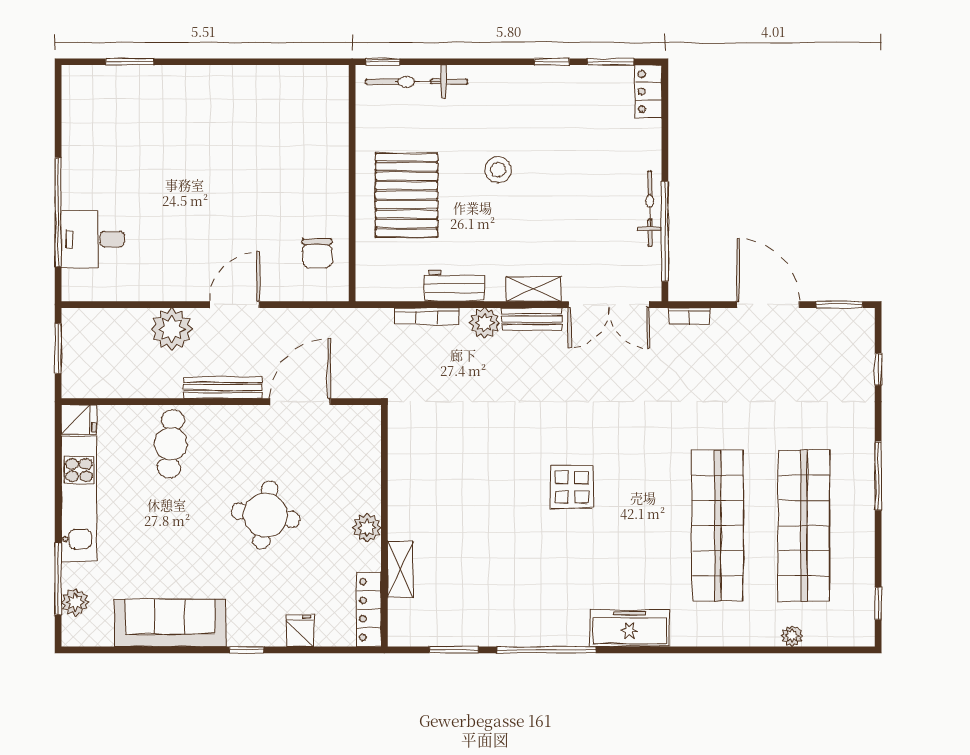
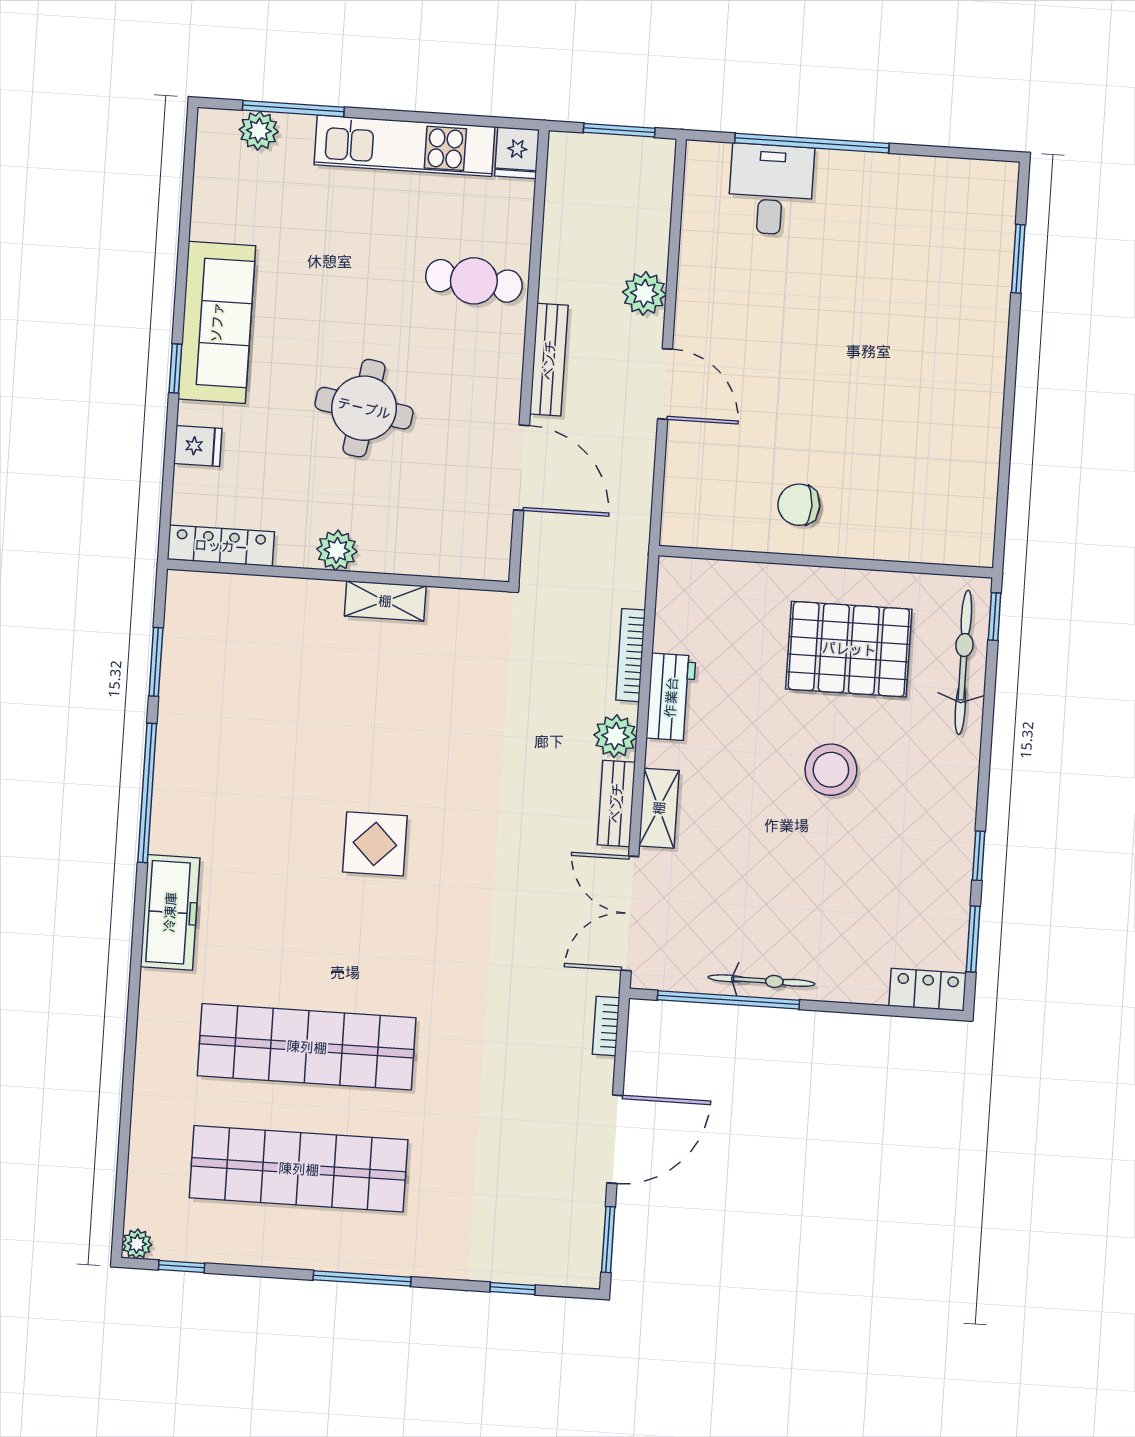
stool: (498, 170) -> (831, 770), width x1.38, depth x1.38
pallet: (407, 195) -> (849, 649), moved
chair: (317, 253) -> (799, 505), moved
plant: (172, 329) -> (644, 293), width x0.73, depth x0.73
shelving: (400, 569) -> (385, 601), moved
sofa: (170, 623) -> (217, 322), moved
plant: (792, 636) -> (137, 1244), moved

